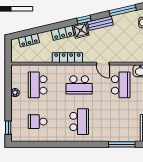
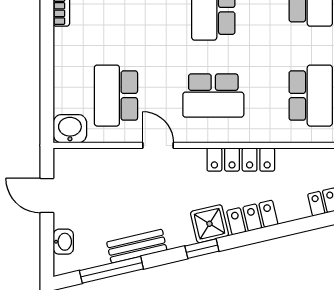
bench: (100, 23) -> (137, 246), moved
school desk: (79, 85) -> (213, 96), turned 180

